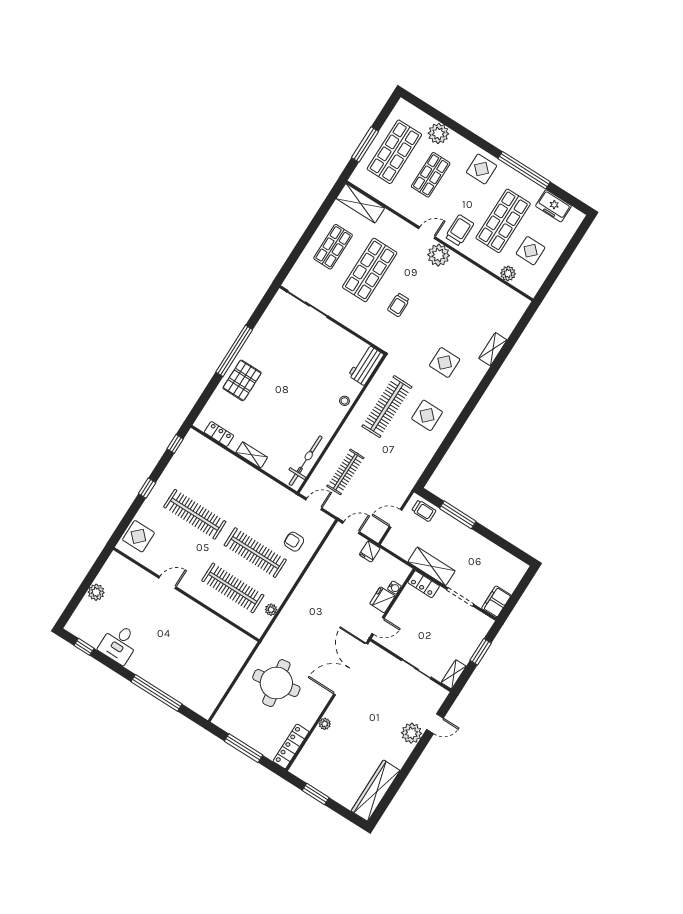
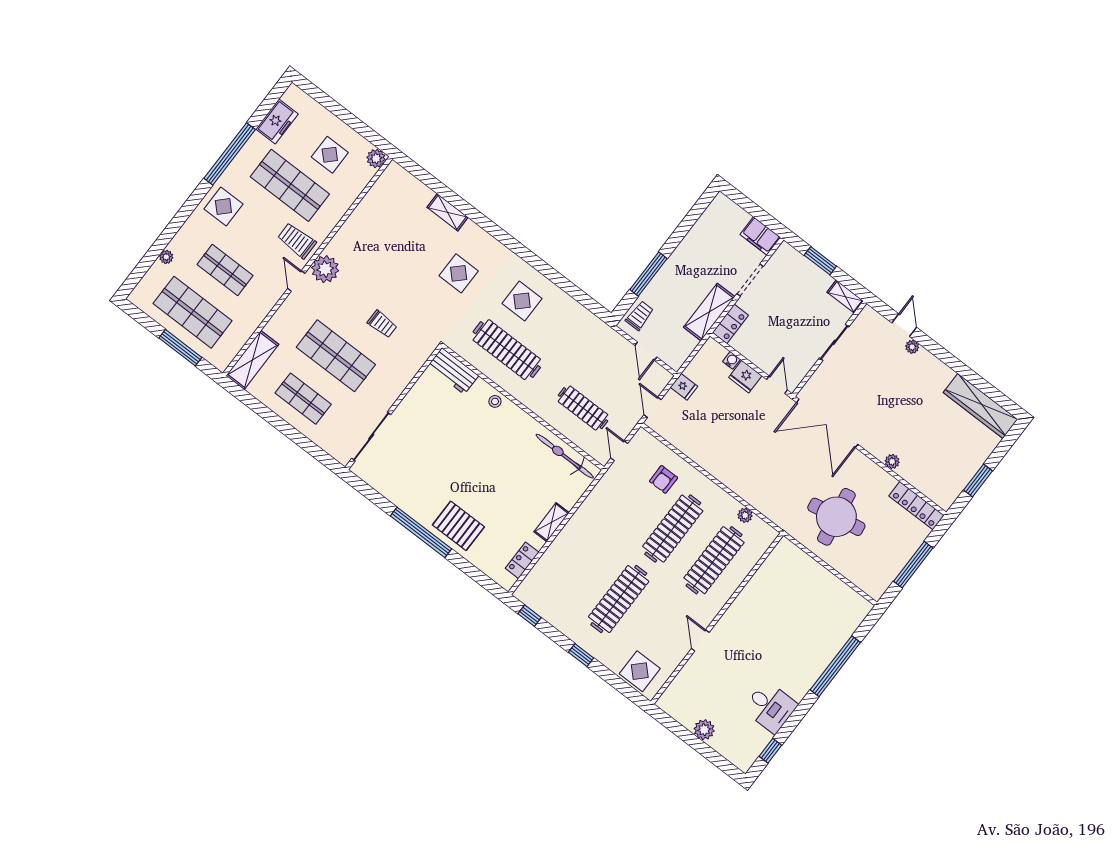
plant: (438, 133) -> (166, 257), width x0.53, depth x0.53
plant: (508, 273) -> (376, 158), moved
plant: (412, 733) -> (912, 347), width x0.53, depth x0.53

